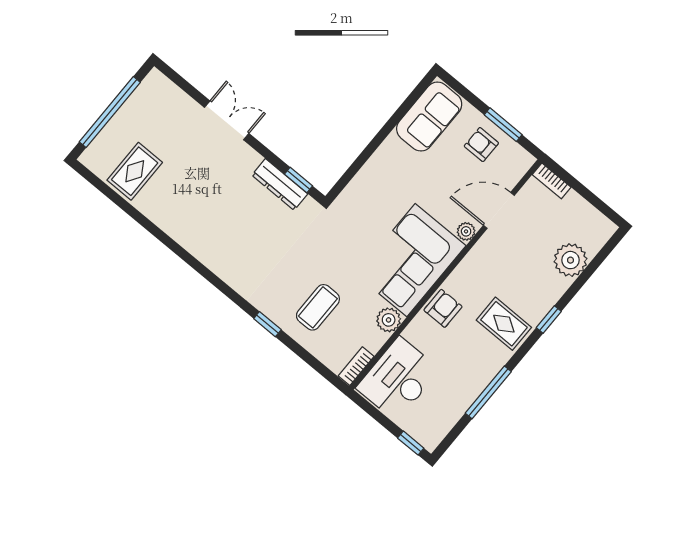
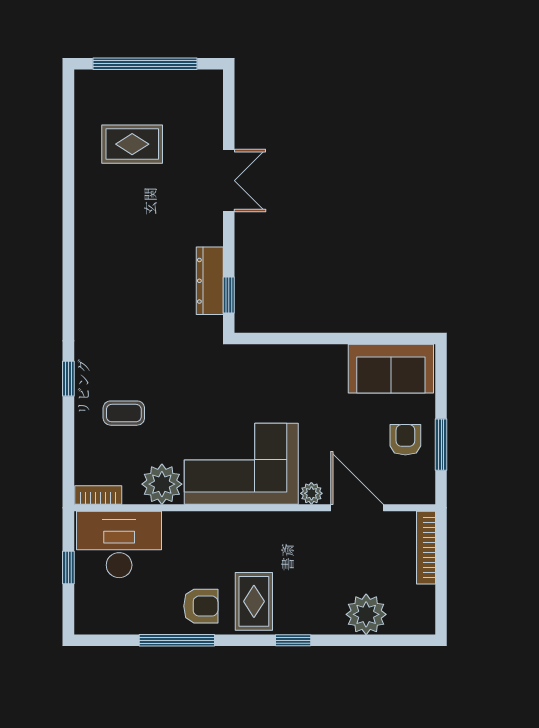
rug: (135, 171) -> (132, 144), moved
bookcase: (552, 181) -> (426, 548), width x1.56
coffee table: (318, 307) -> (124, 413), width x0.73, depth x0.77
armchair: (443, 308) -> (201, 606), moved
plant: (389, 320) -> (162, 484), width x1.36, depth x1.36
window: (411, 443) -> (68, 568), moved

